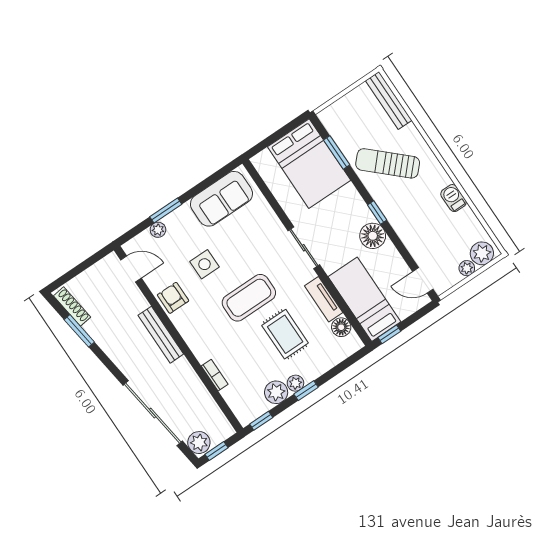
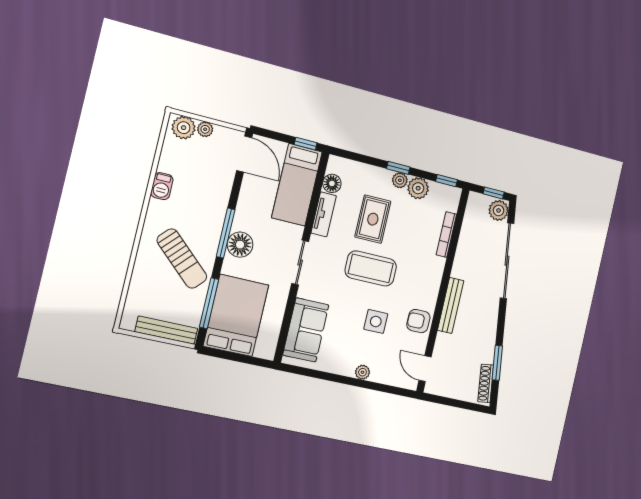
bench: (389, 100) -> (166, 330), moved, turned 90
window: (337, 152) -> (209, 303), width x1.44
sofa: (221, 199) -> (306, 330), moved, turned 90
window: (166, 210) -> (363, 384), removed
window: (377, 212) -> (226, 233), width x2.17
plant: (158, 230) -> (362, 372), moved
floor lamp: (373, 236) -> (240, 245), moved
door: (423, 280) -> (244, 154), width x1.38
armchair: (173, 298) -> (418, 321), turned 90
bookcase: (215, 375) -> (446, 234), width x1.56

